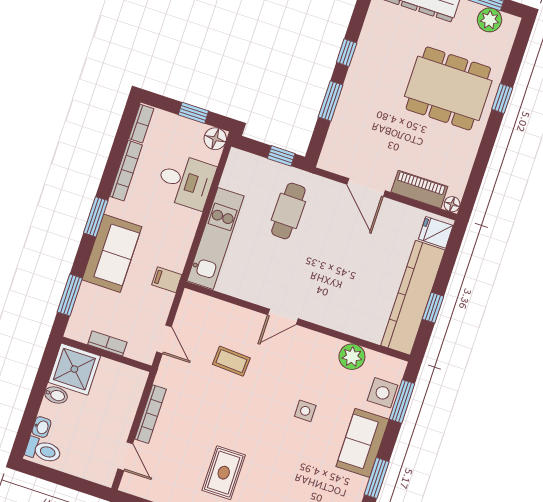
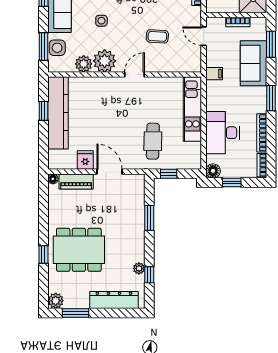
plant: (490, 20) -> (56, 301), moved
plant: (370, 32) -> (139, 268), added
window: (347, 53) -> (149, 275), moved
desk: (186, 181) -> (223, 133), width x1.37
fridge: (436, 232) -> (85, 160), moved, turned -90
sofa: (112, 253) -> (254, 63), moved
plant: (320, 351) -> (105, 61), added

